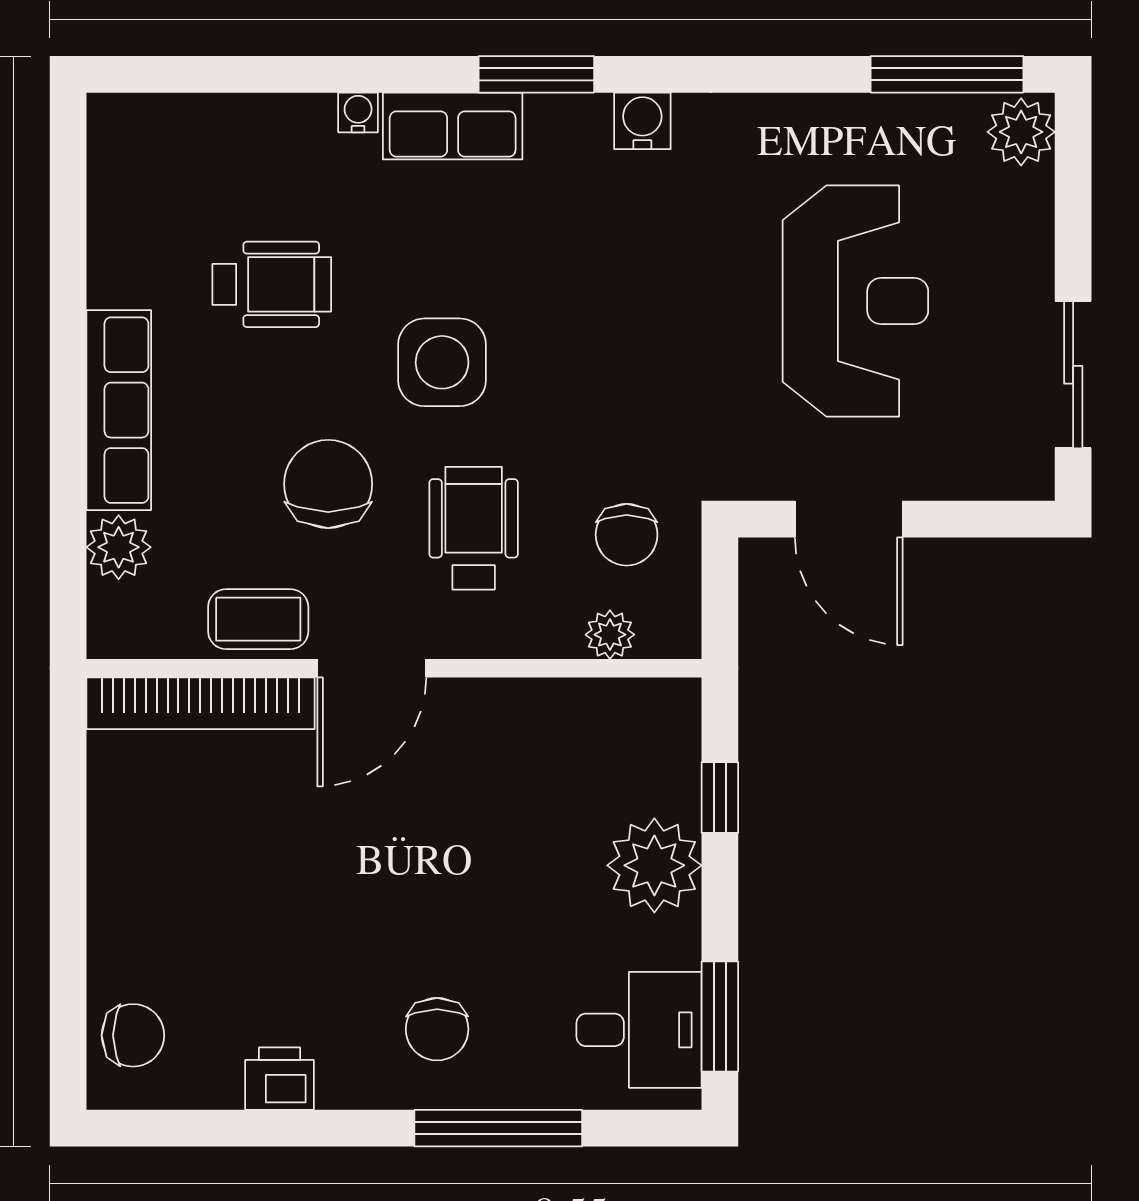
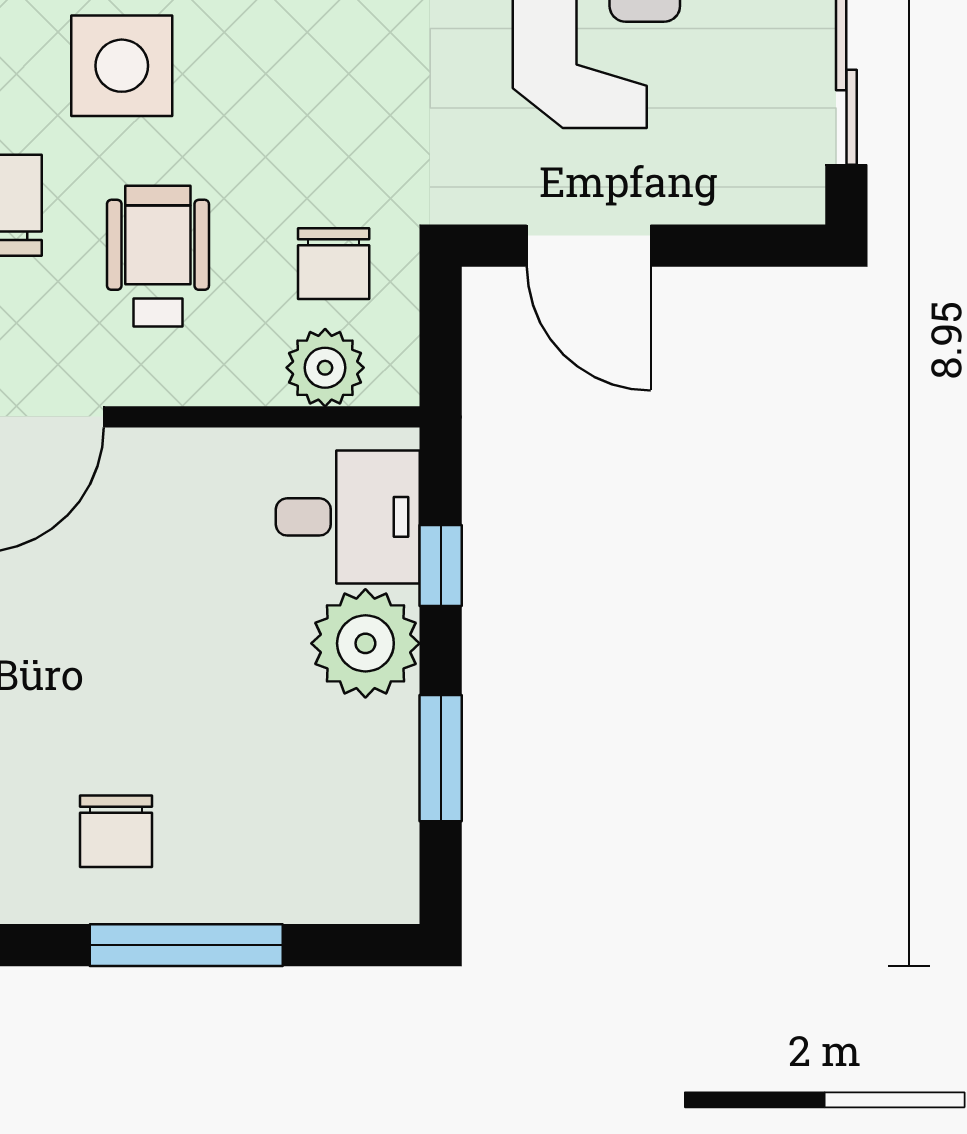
plant: (610, 635) -> (325, 368), width x1.38, depth x1.38
window: (720, 1016) -> (441, 758), moved
desk: (639, 1030) -> (348, 517), moved

